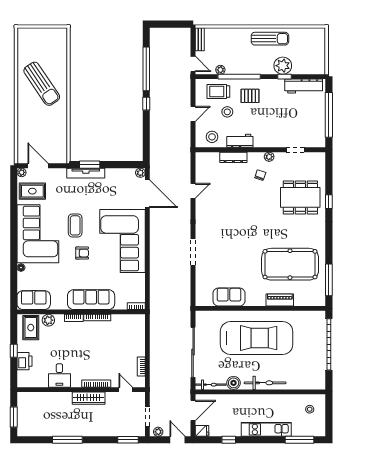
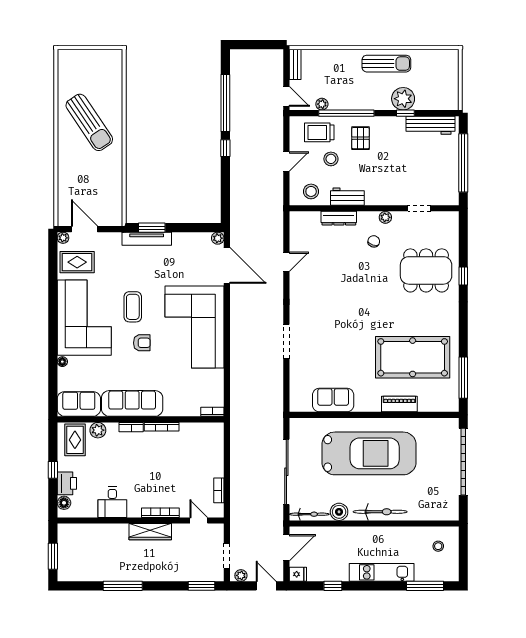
pallet: (250, 96) -> (360, 138), turned 90
sofa: (91, 300) -> (132, 403), moved
floor lamp: (22, 376) -> (64, 503), added

